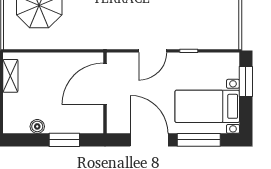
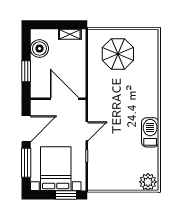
door: (153, 51) -> (87, 131), swing flipped
bed with nightstands: (207, 106) -> (56, 169), width x1.36
boiler: (37, 126) -> (39, 49), width x1.86, depth x1.86

